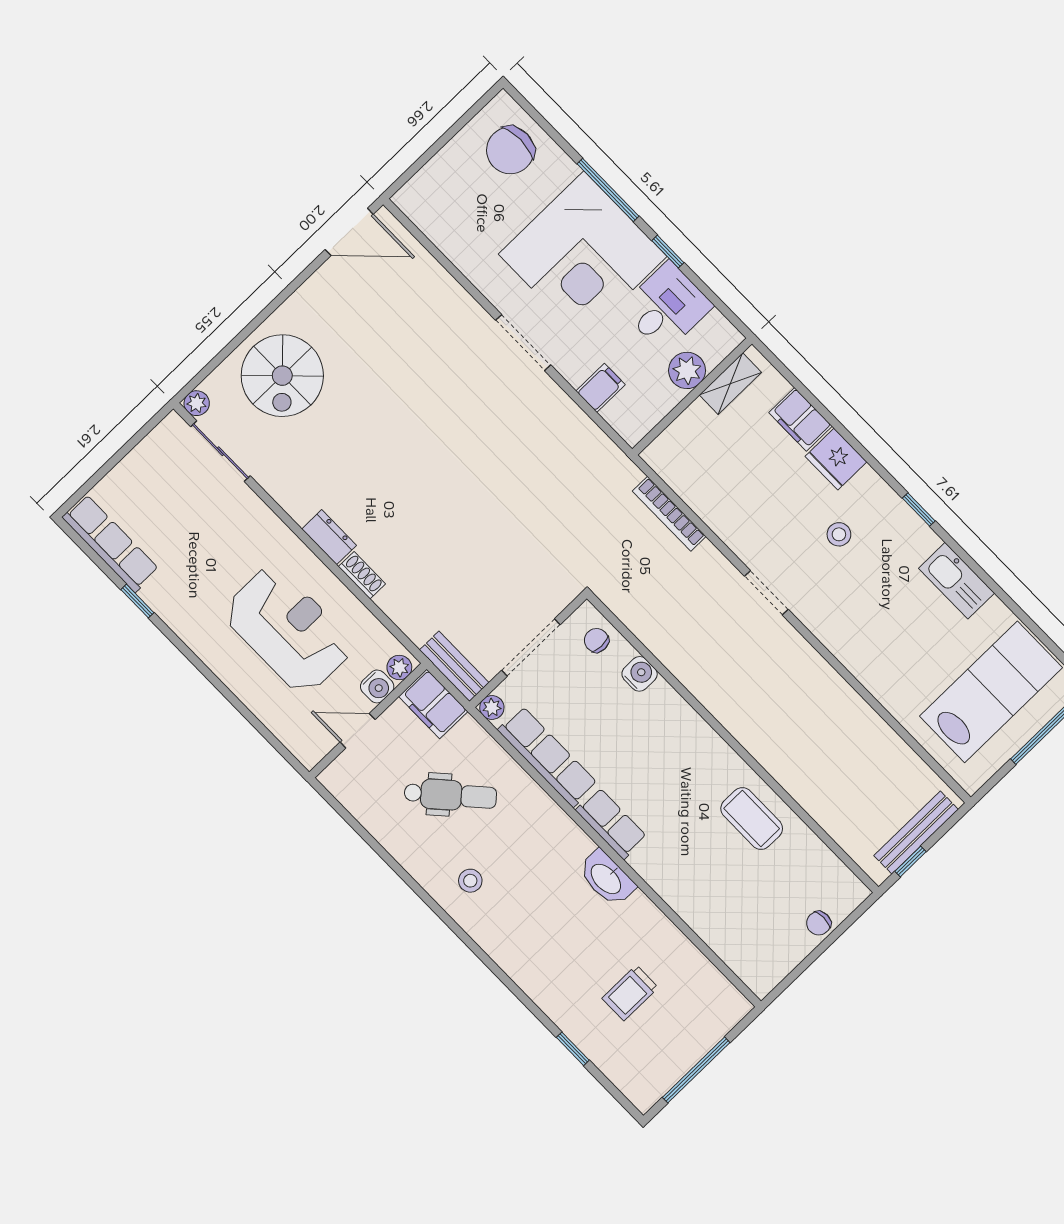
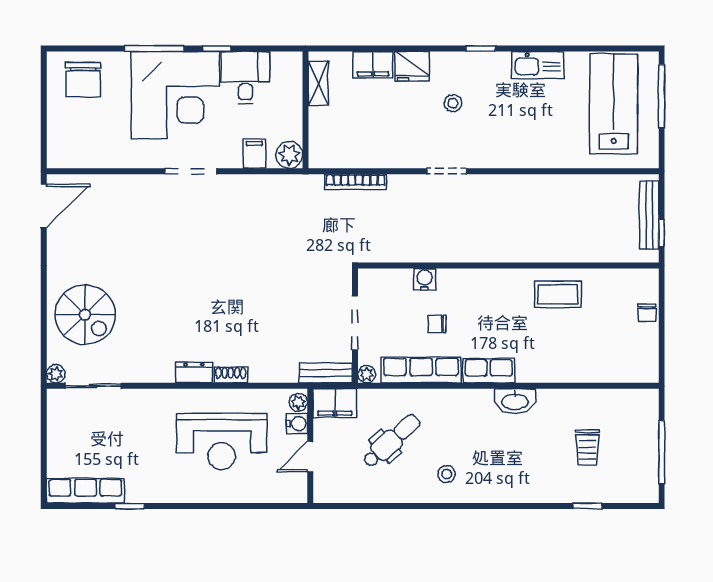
plant: (687, 370) -> (289, 155), moved
reception desk: (288, 630) -> (222, 441), turned 180
chair: (596, 640) -> (437, 324), moved

